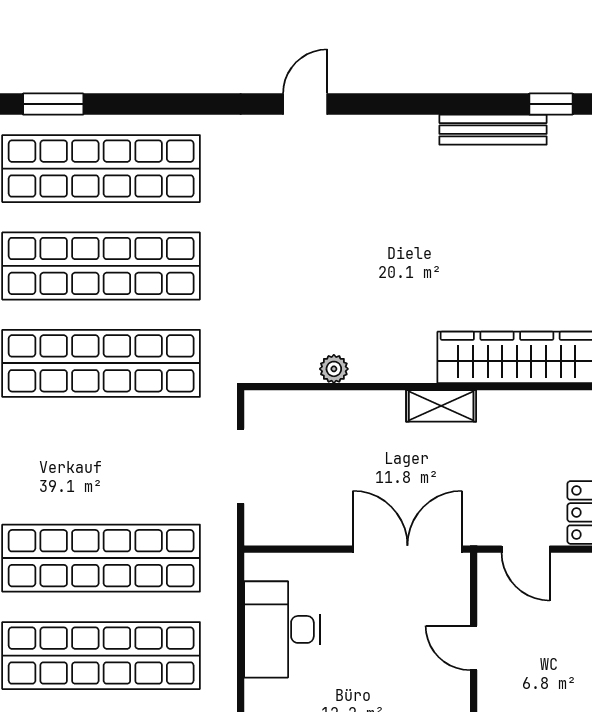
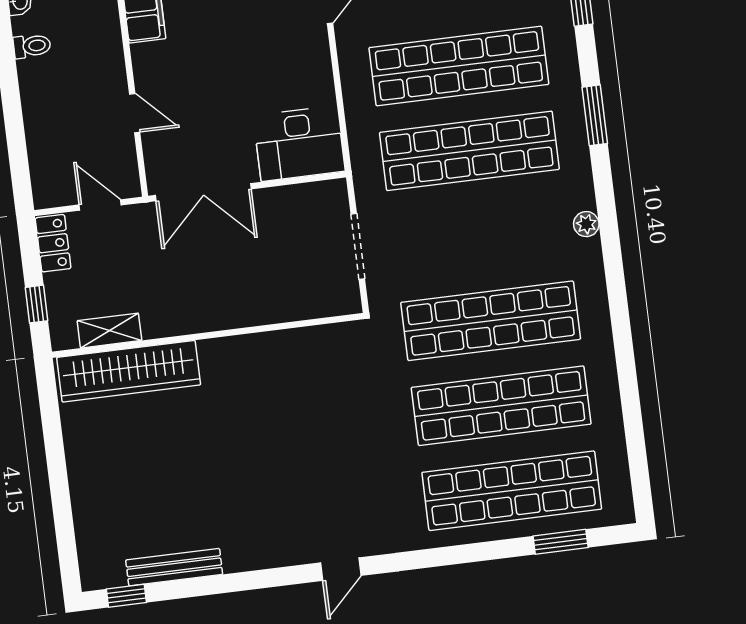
plant: (334, 369) -> (287, 341), removed
shelving: (441, 406) -> (109, 331), moved
desk: (282, 629) -> (299, 144), moved, turned 90

